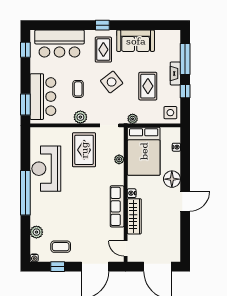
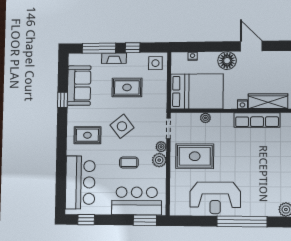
window: (102, 25) -> (63, 100), moved
sofa: (136, 41) -> (79, 86), moved
plant: (133, 119) -> (161, 147), moved

